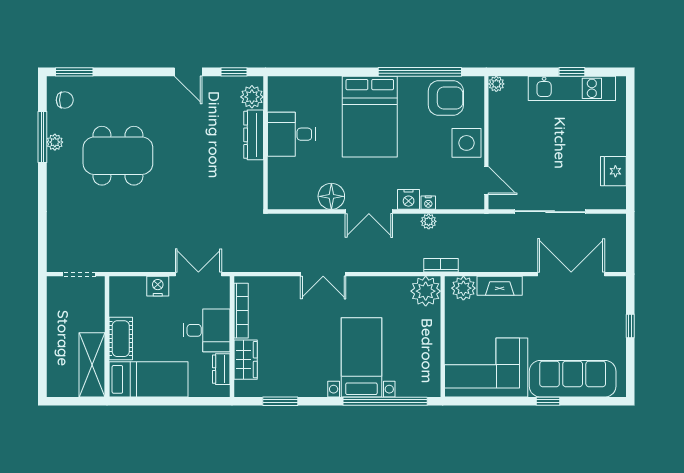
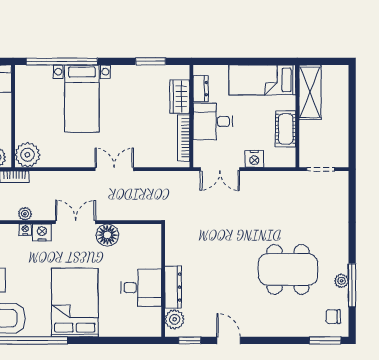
cot: (121, 339) -> (286, 129), moved

